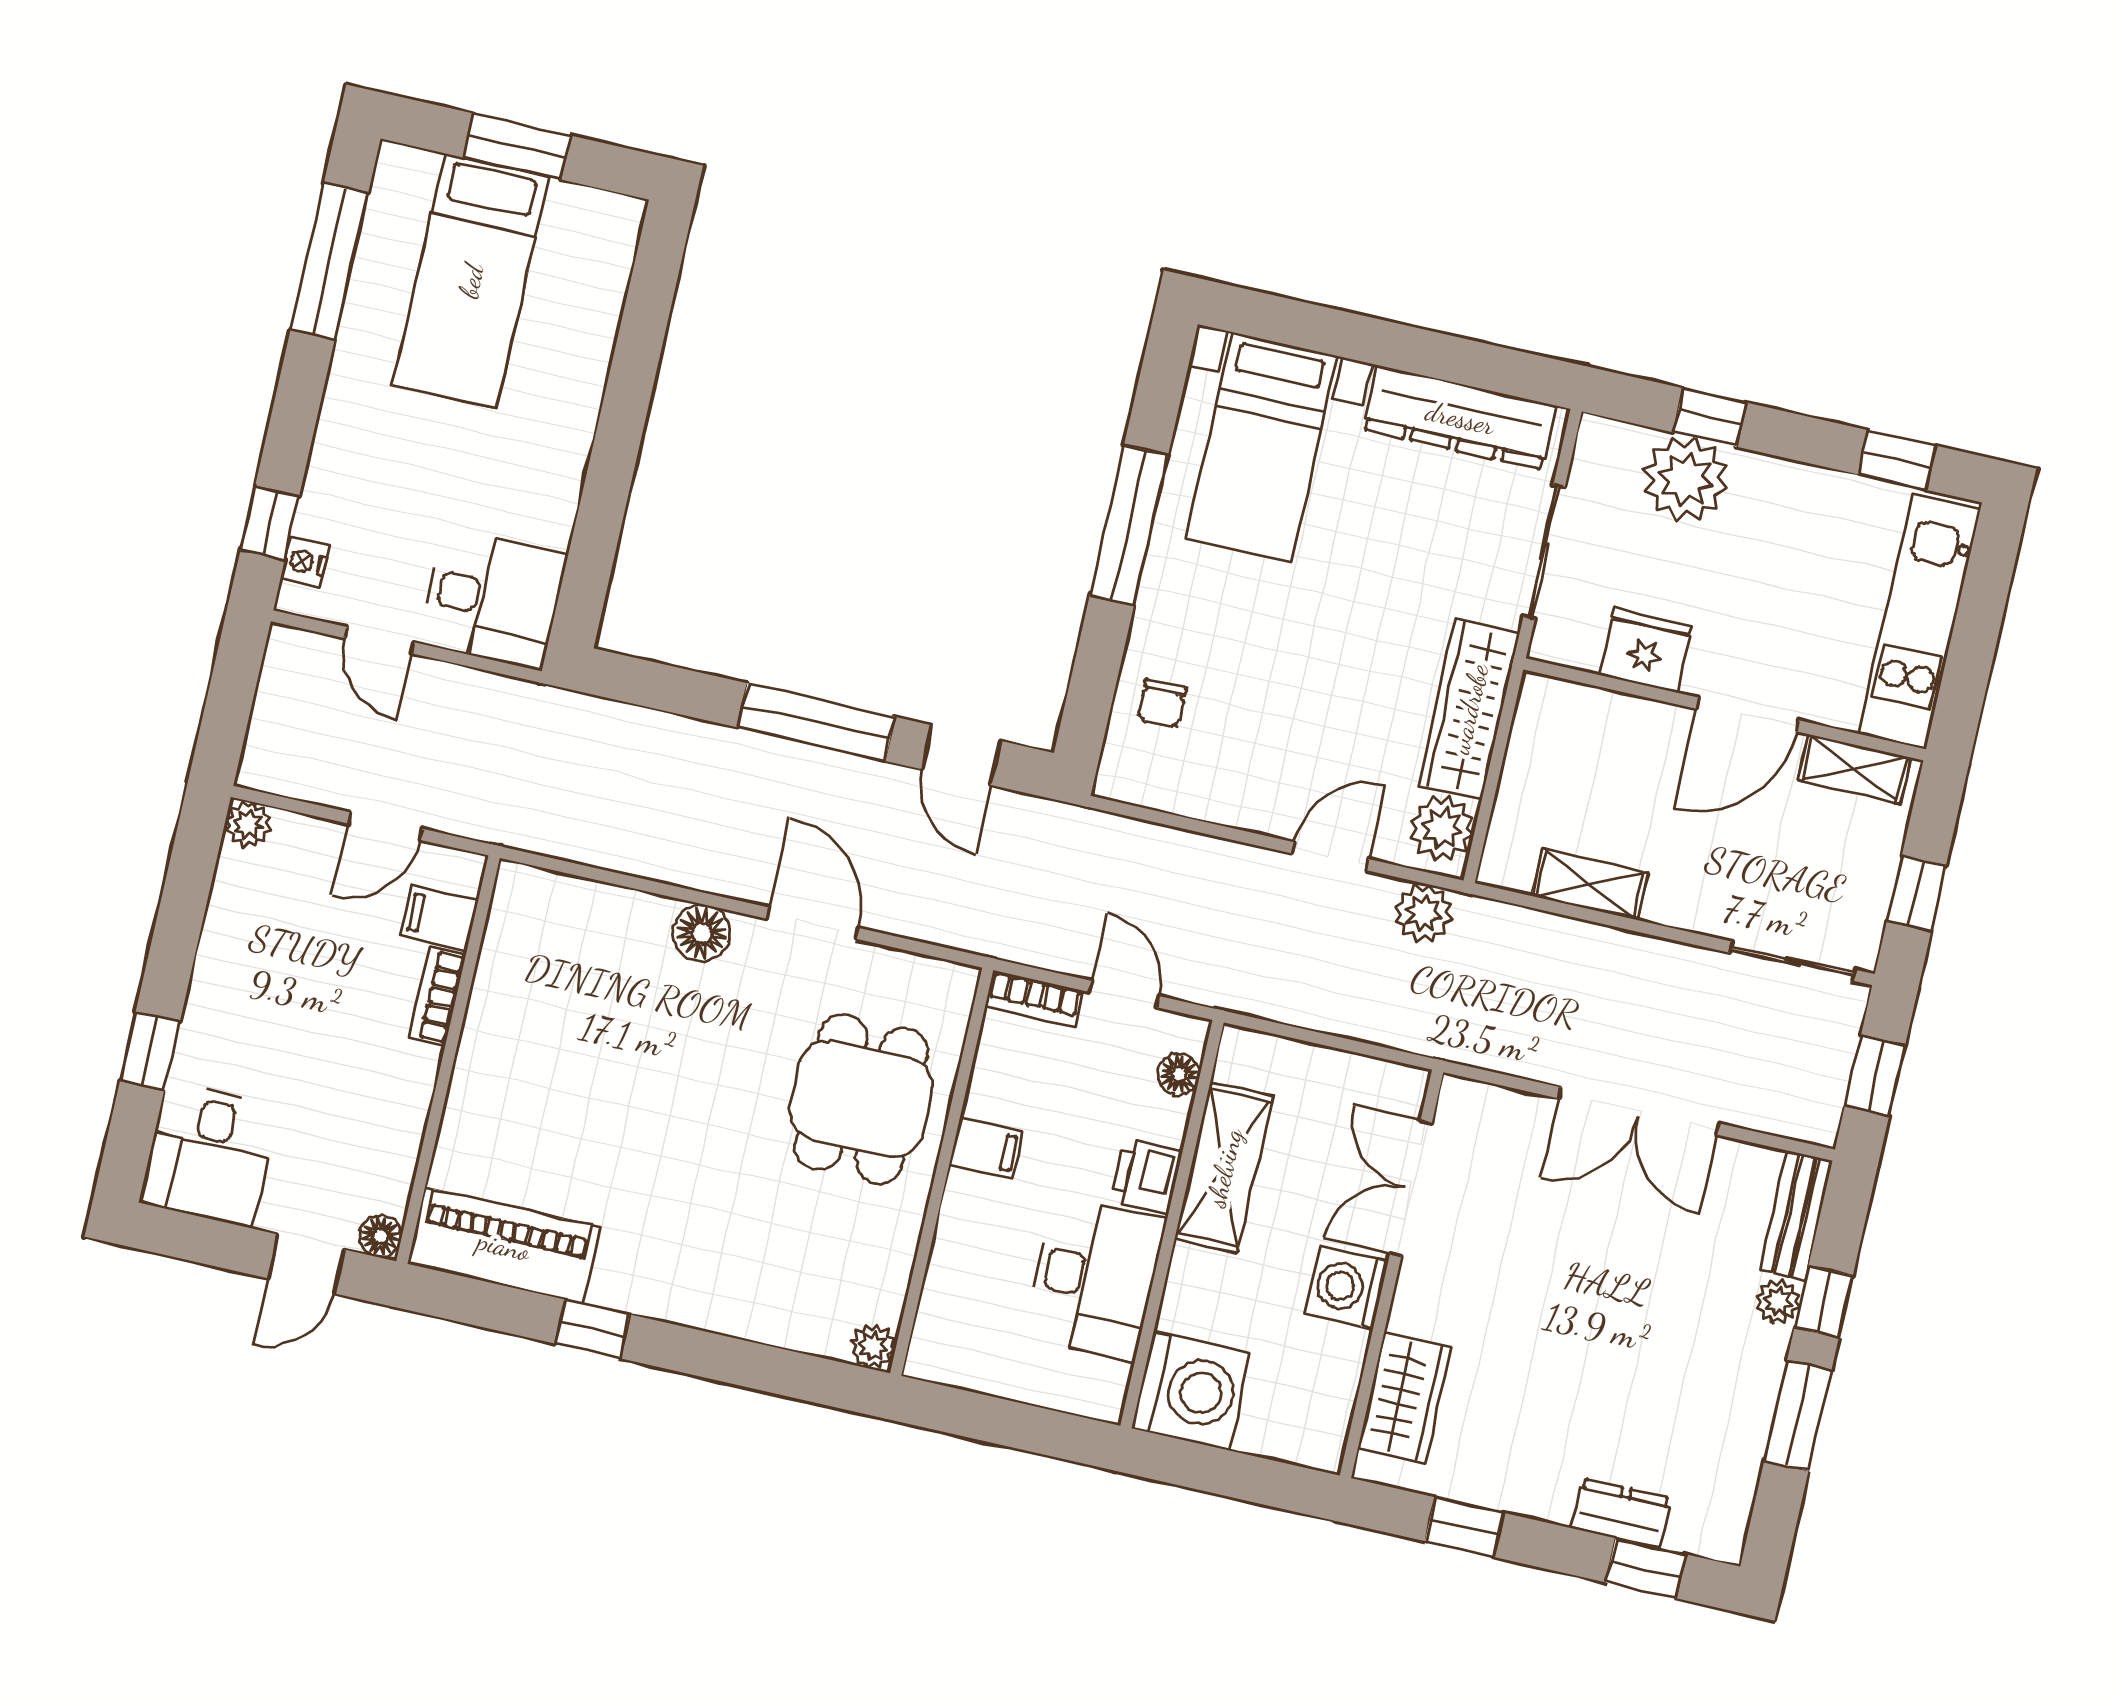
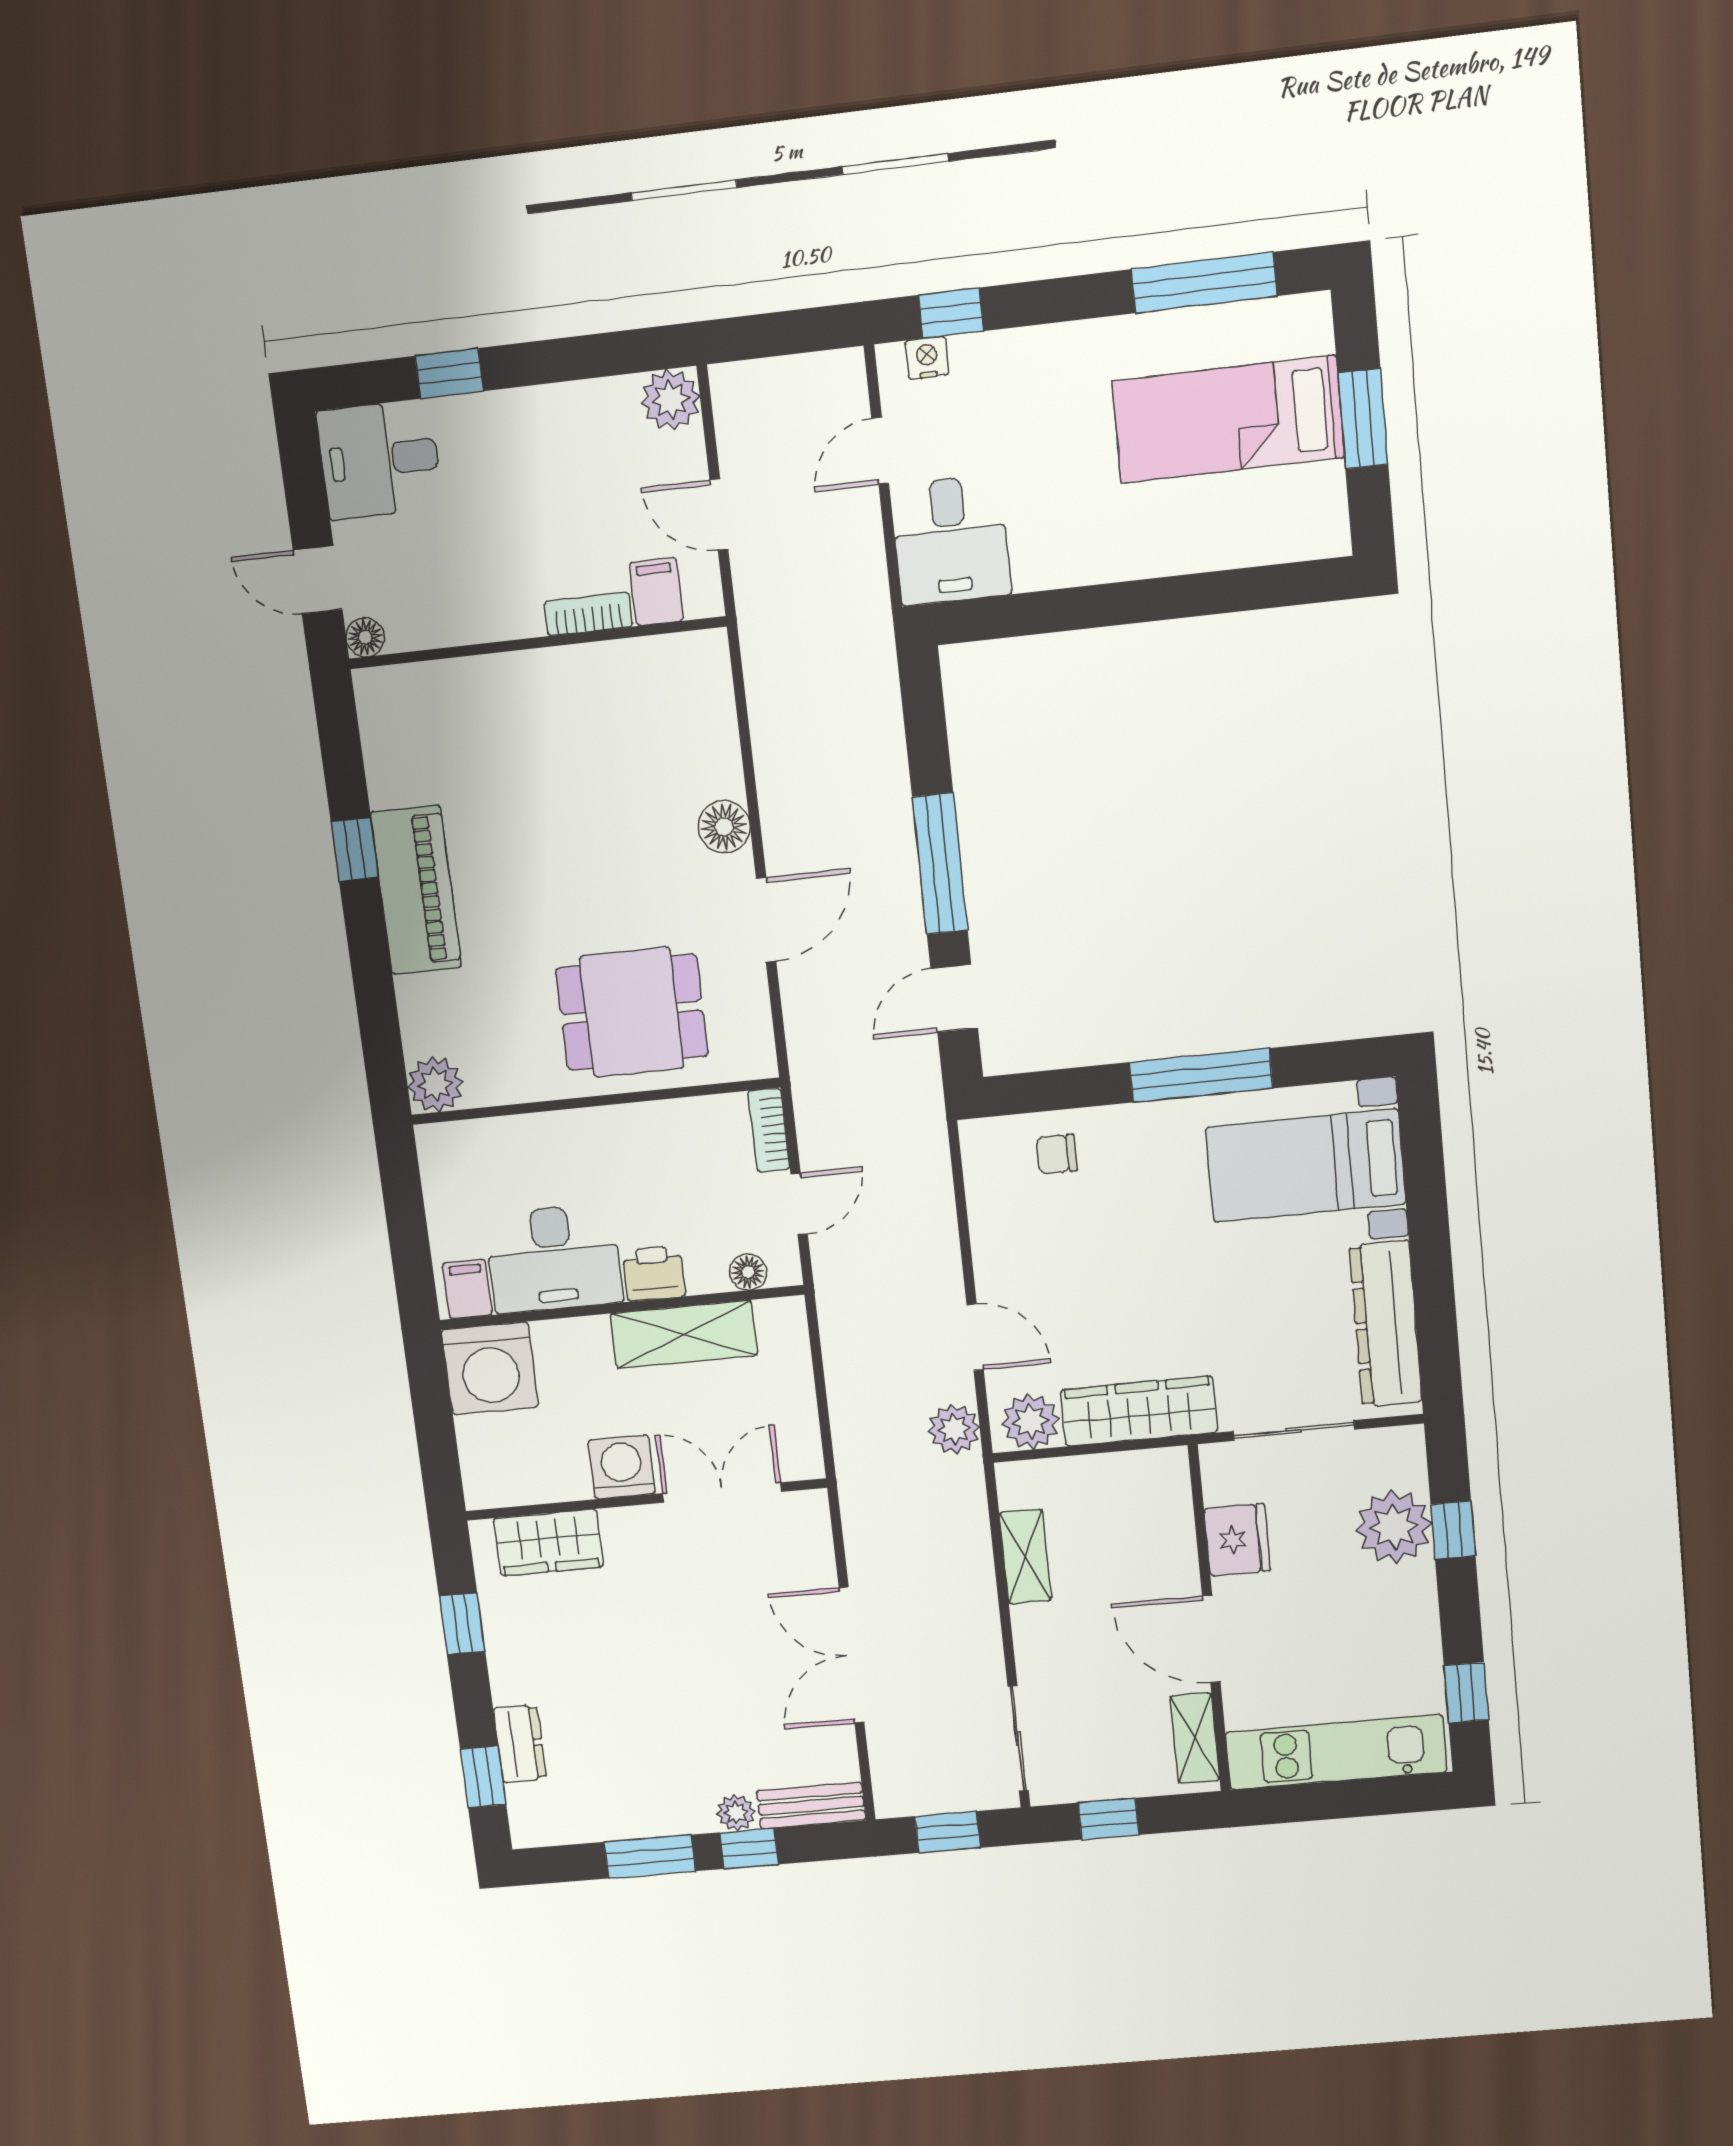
plant: (248, 825) -> (671, 400), width x1.38, depth x1.38
filing cabinet: (986, 1148) -> (467, 1289), moved, turned 180
piano: (504, 1246) -> (416, 890), moved
plant: (873, 1346) -> (435, 1084), width x1.38, depth x1.38

